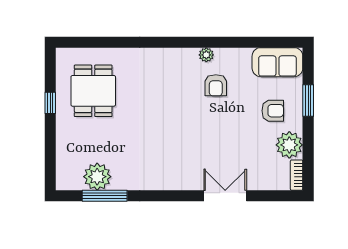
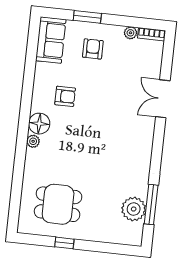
plant: (206, 55) -> (33, 141), moved
floor lamp: (182, 60) -> (39, 124), added
plant: (289, 145) -> (130, 33), width x0.53, depth x0.53

